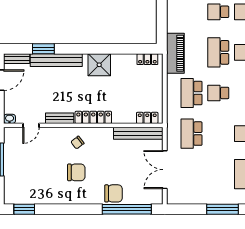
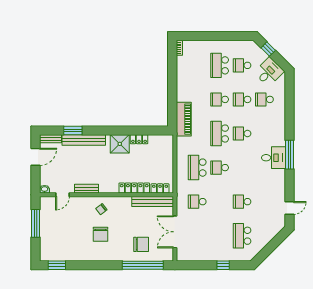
piano: (175, 53) -> (184, 119), moved
locker: (147, 59) -> (139, 139), moved
locker: (93, 117) -> (134, 188), moved
school desk: (191, 134) -> (197, 202), width x0.54
chair: (76, 172) -> (100, 234), turned 90
chair: (113, 193) -> (141, 244), moved
window: (222, 209) -> (223, 265), width x0.46

